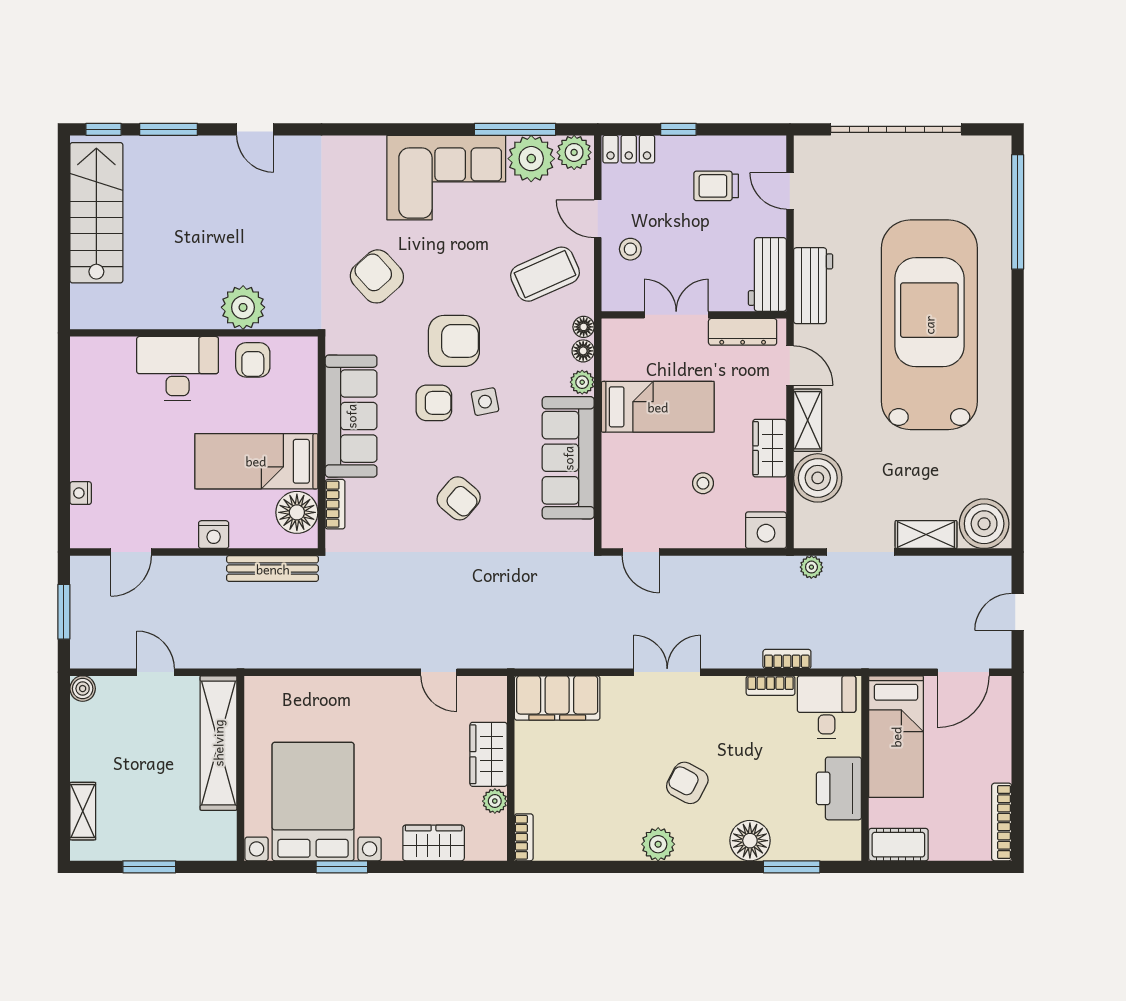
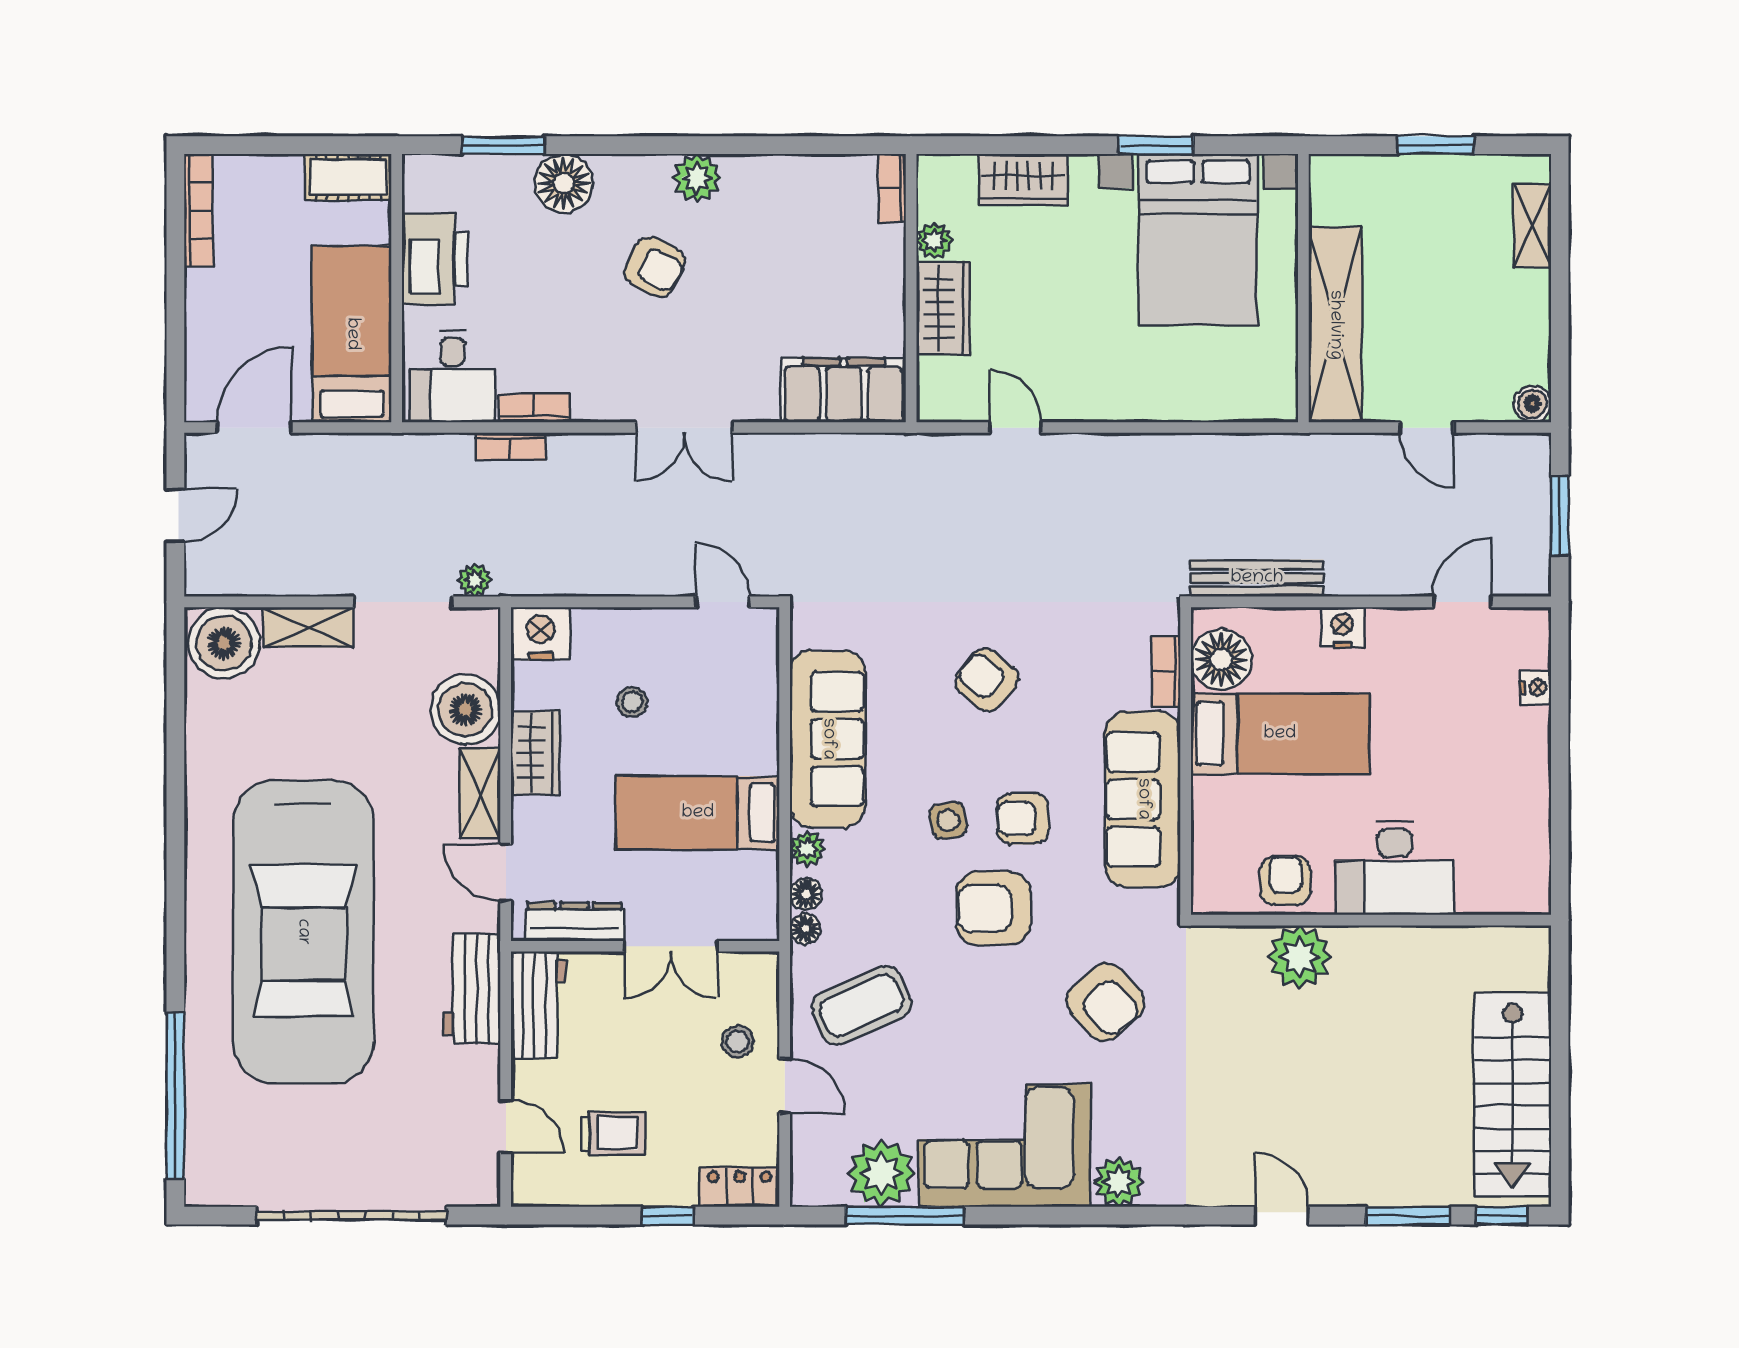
plant: (574, 152) -> (1119, 1182), moved

